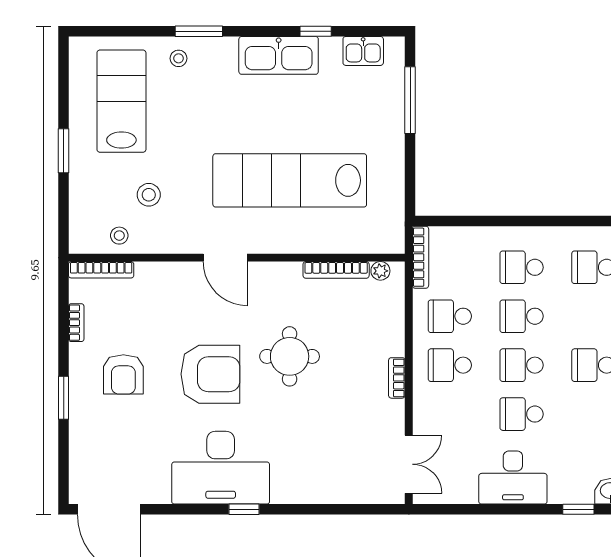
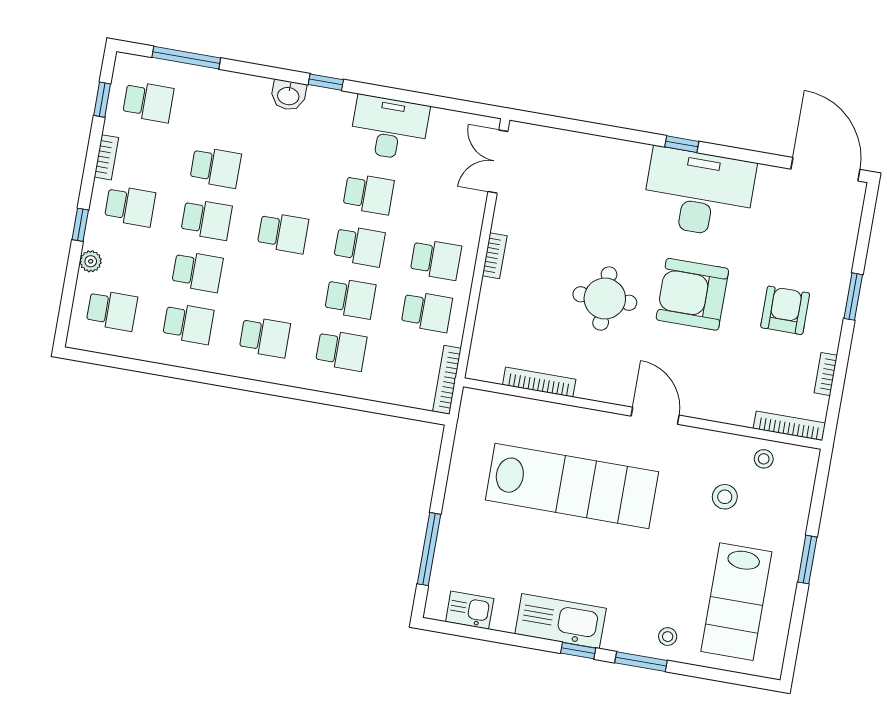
window: (316, 31) -> (578, 651), moved
plant: (380, 271) -> (492, 373), removed

